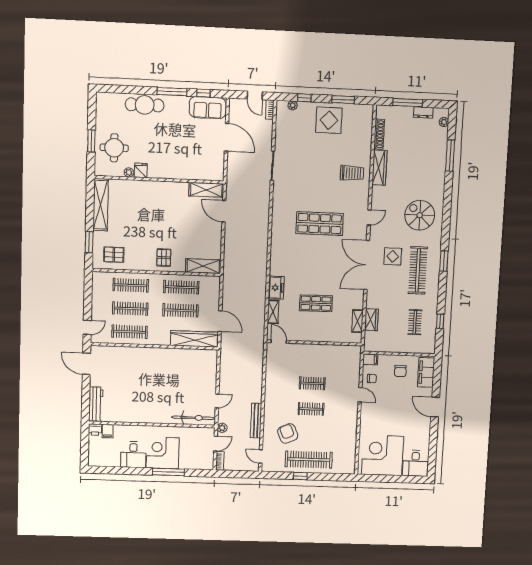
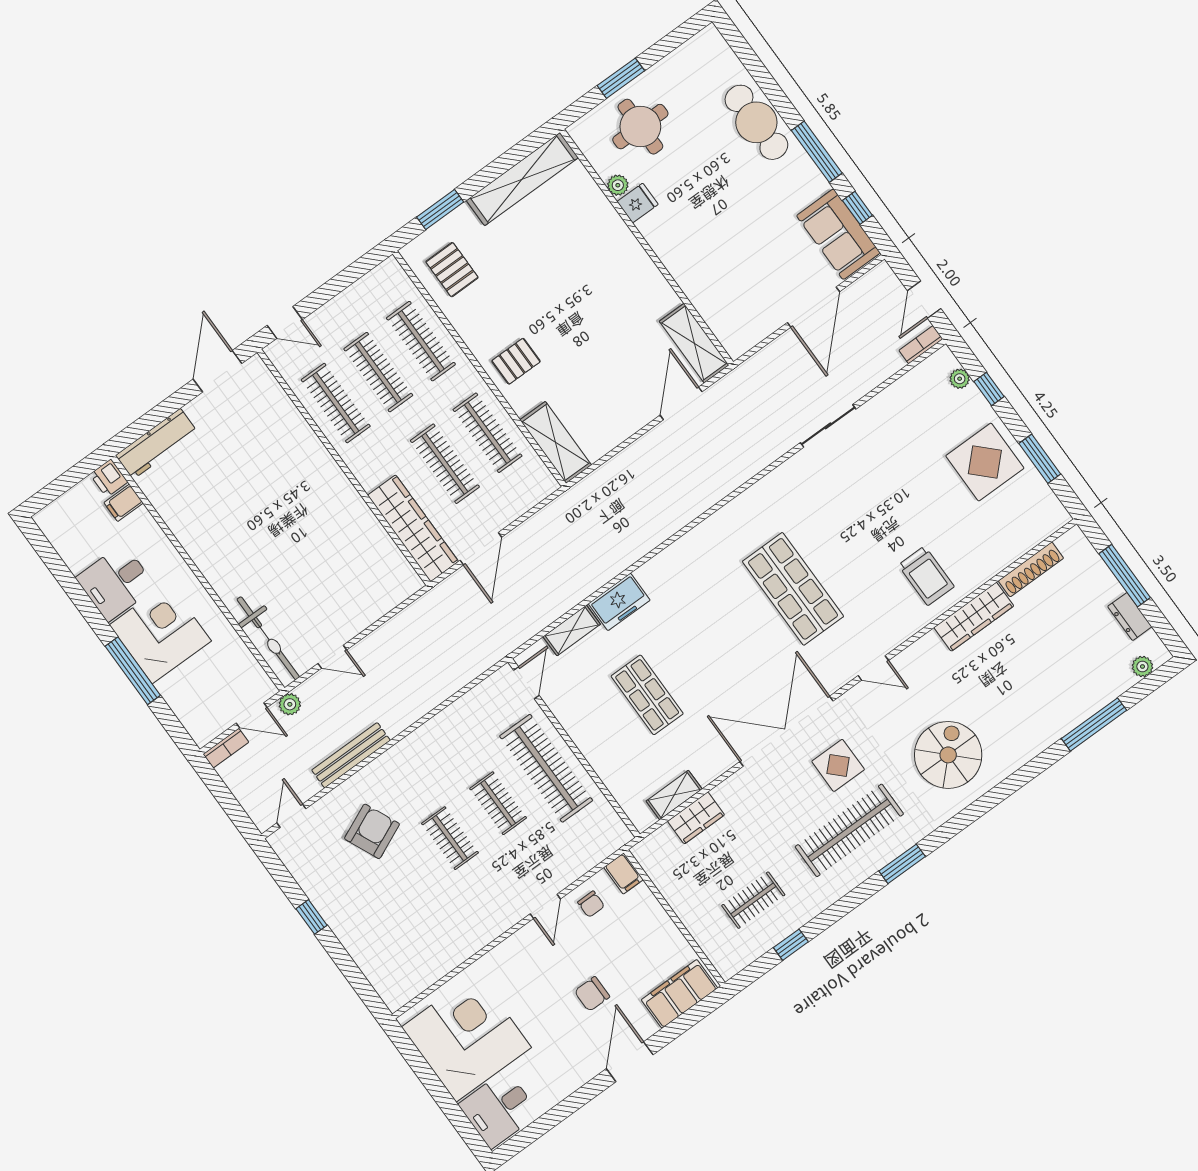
chair: (400, 371) -> (592, 994), moved
clothes rail: (309, 460) -> (546, 768), moved

